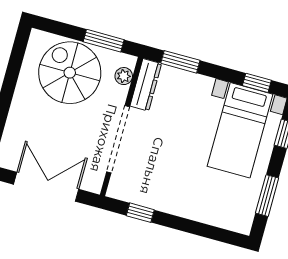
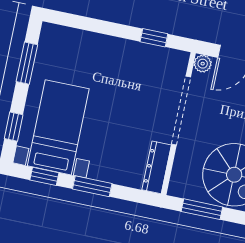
window: (180, 62) -> (92, 186), moved
plant: (124, 76) -> (203, 64), moved

